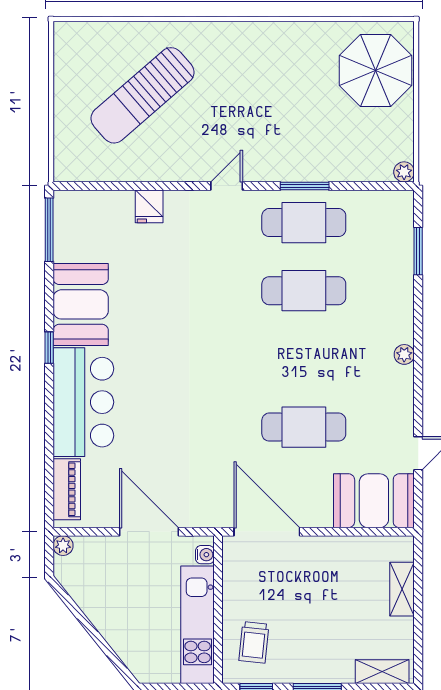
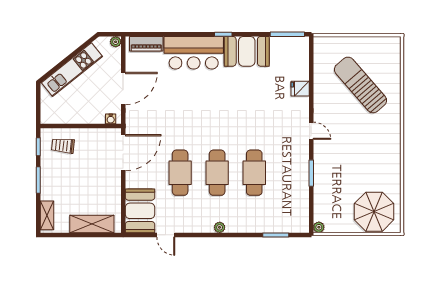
cafe table: (304, 223) -> (217, 173), moved
shelving: (402, 589) -> (92, 224), width x1.50, depth x1.33
kitchen unit: (198, 625) -> (72, 70), moved, turned 141

